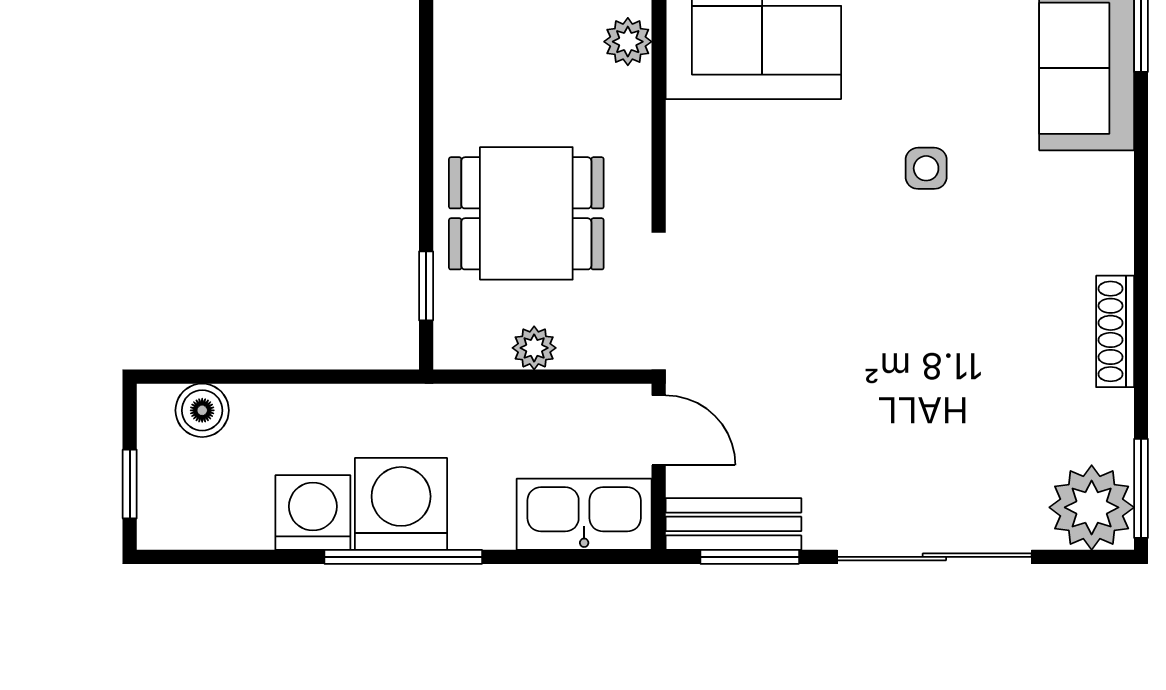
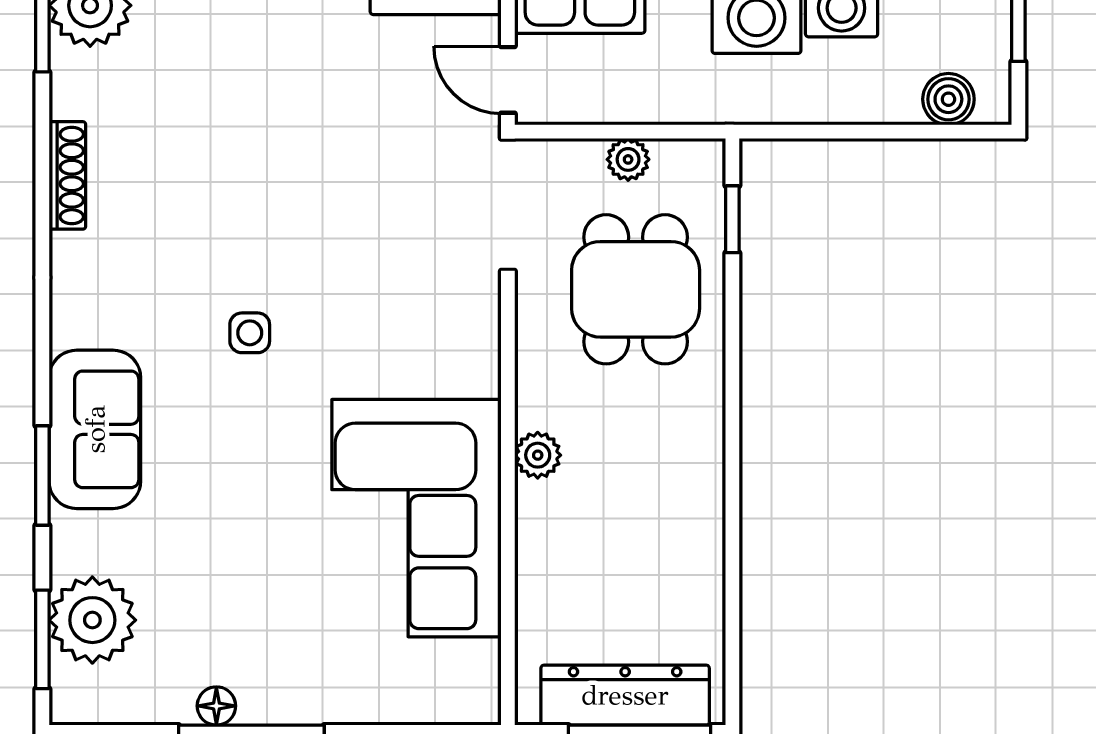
dining table: (526, 213) -> (636, 289), turned 90

